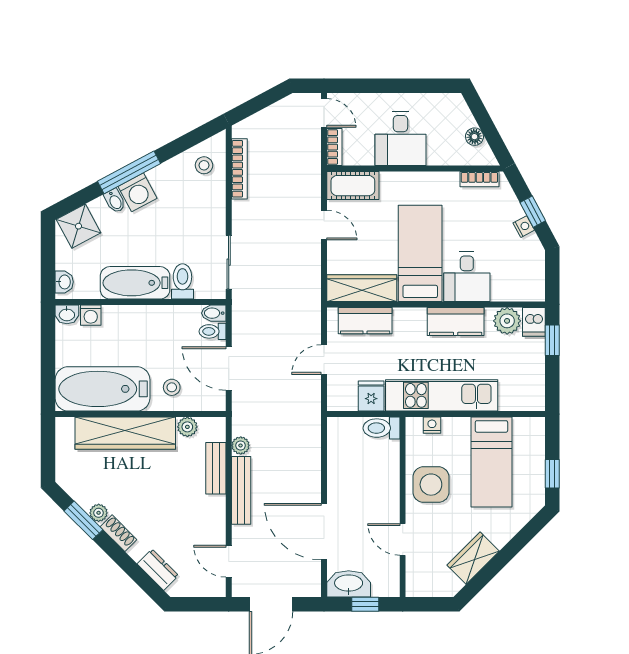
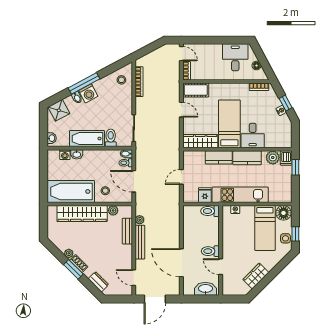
desk: (400, 138) -> (235, 57), moved, turned 180
washbasin: (67, 314) -> (77, 154), moved
kitchen counter: (365, 321) -> (219, 157), moved
floor lamp: (529, 432) -> (284, 213), added
side table: (431, 485) -> (285, 238), moved, width x0.54, depth x0.54
toilet: (382, 508) -> (210, 251), added
window: (83, 520) -> (73, 269), moved
washbasin: (349, 584) -> (205, 289), moved
window: (365, 604) -> (202, 299), removed

